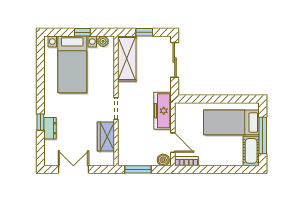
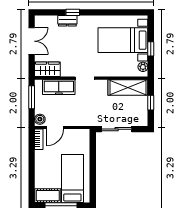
sliding door: (175, 60) -> (117, 129), moved
freezer: (162, 111) -> (59, 87), moved, turned 180
wardrobe: (106, 136) -> (47, 69), moved

